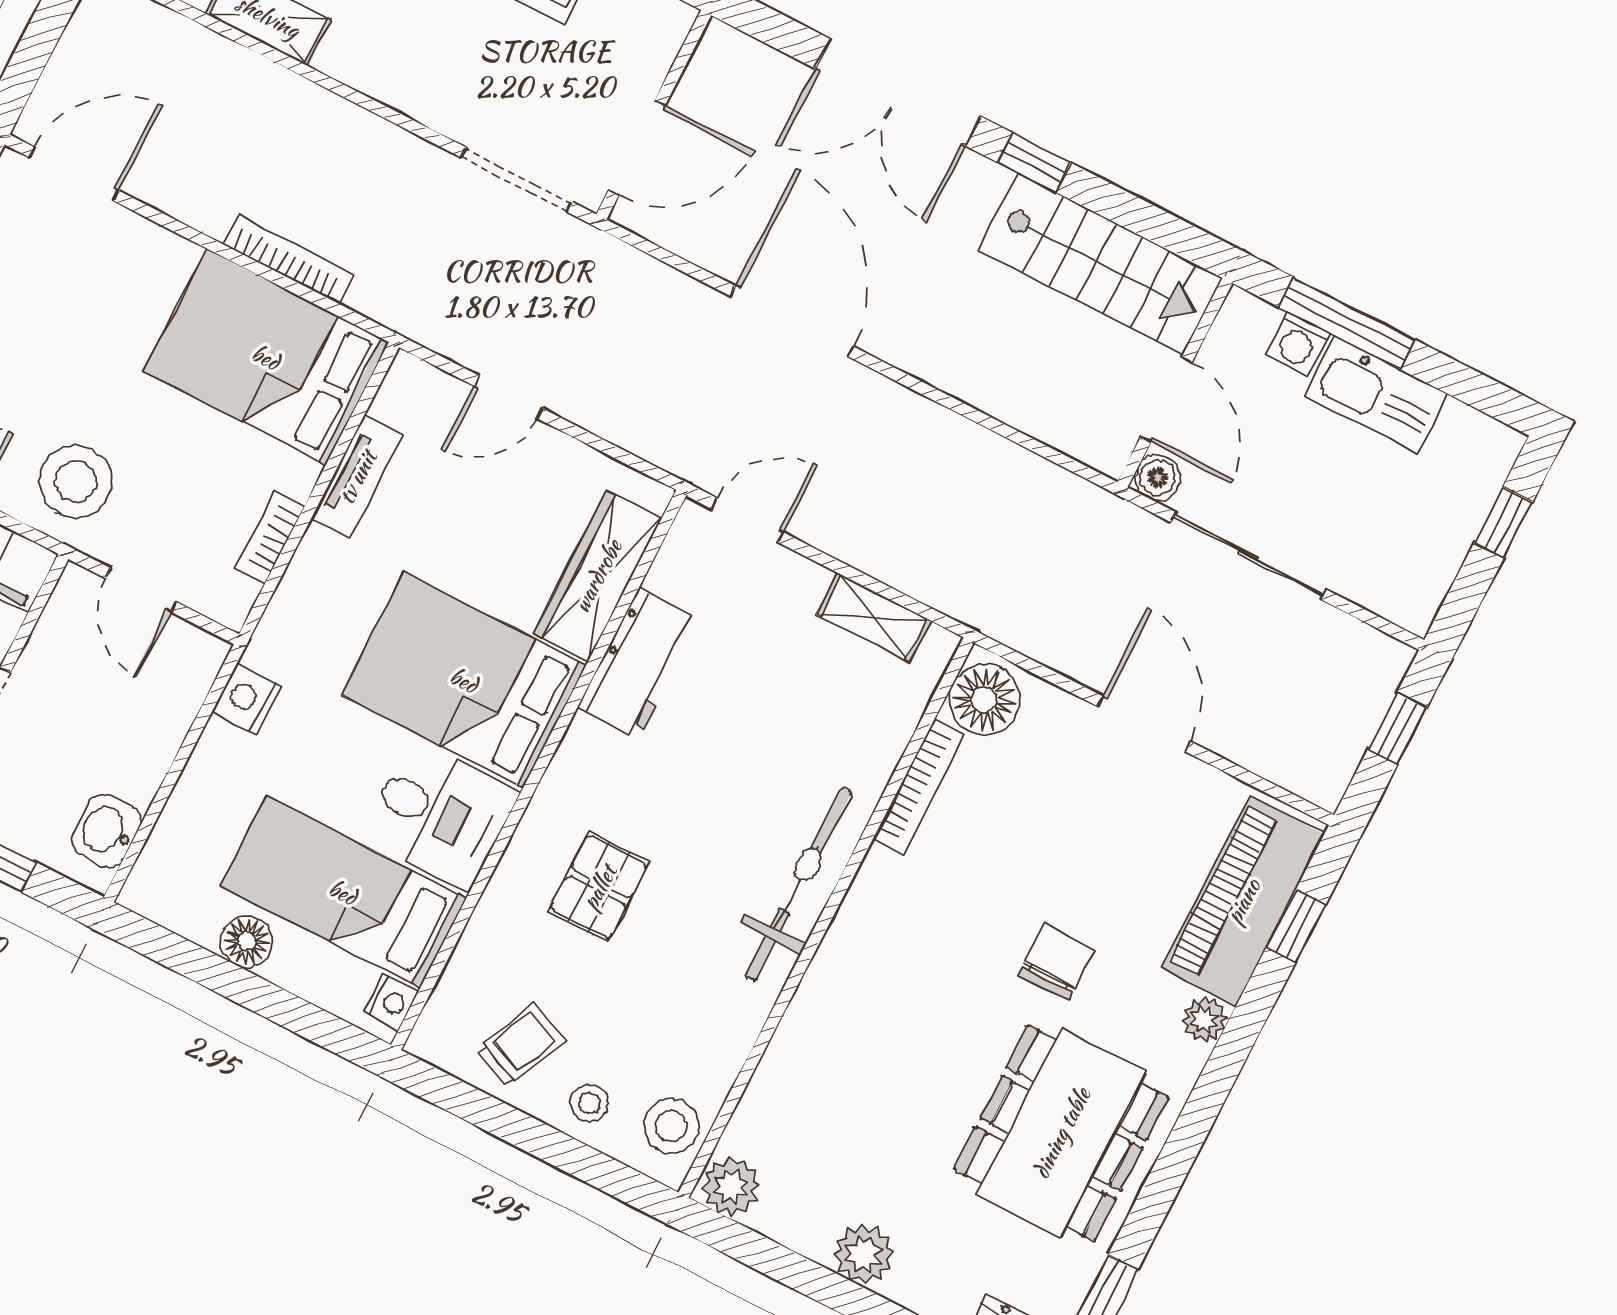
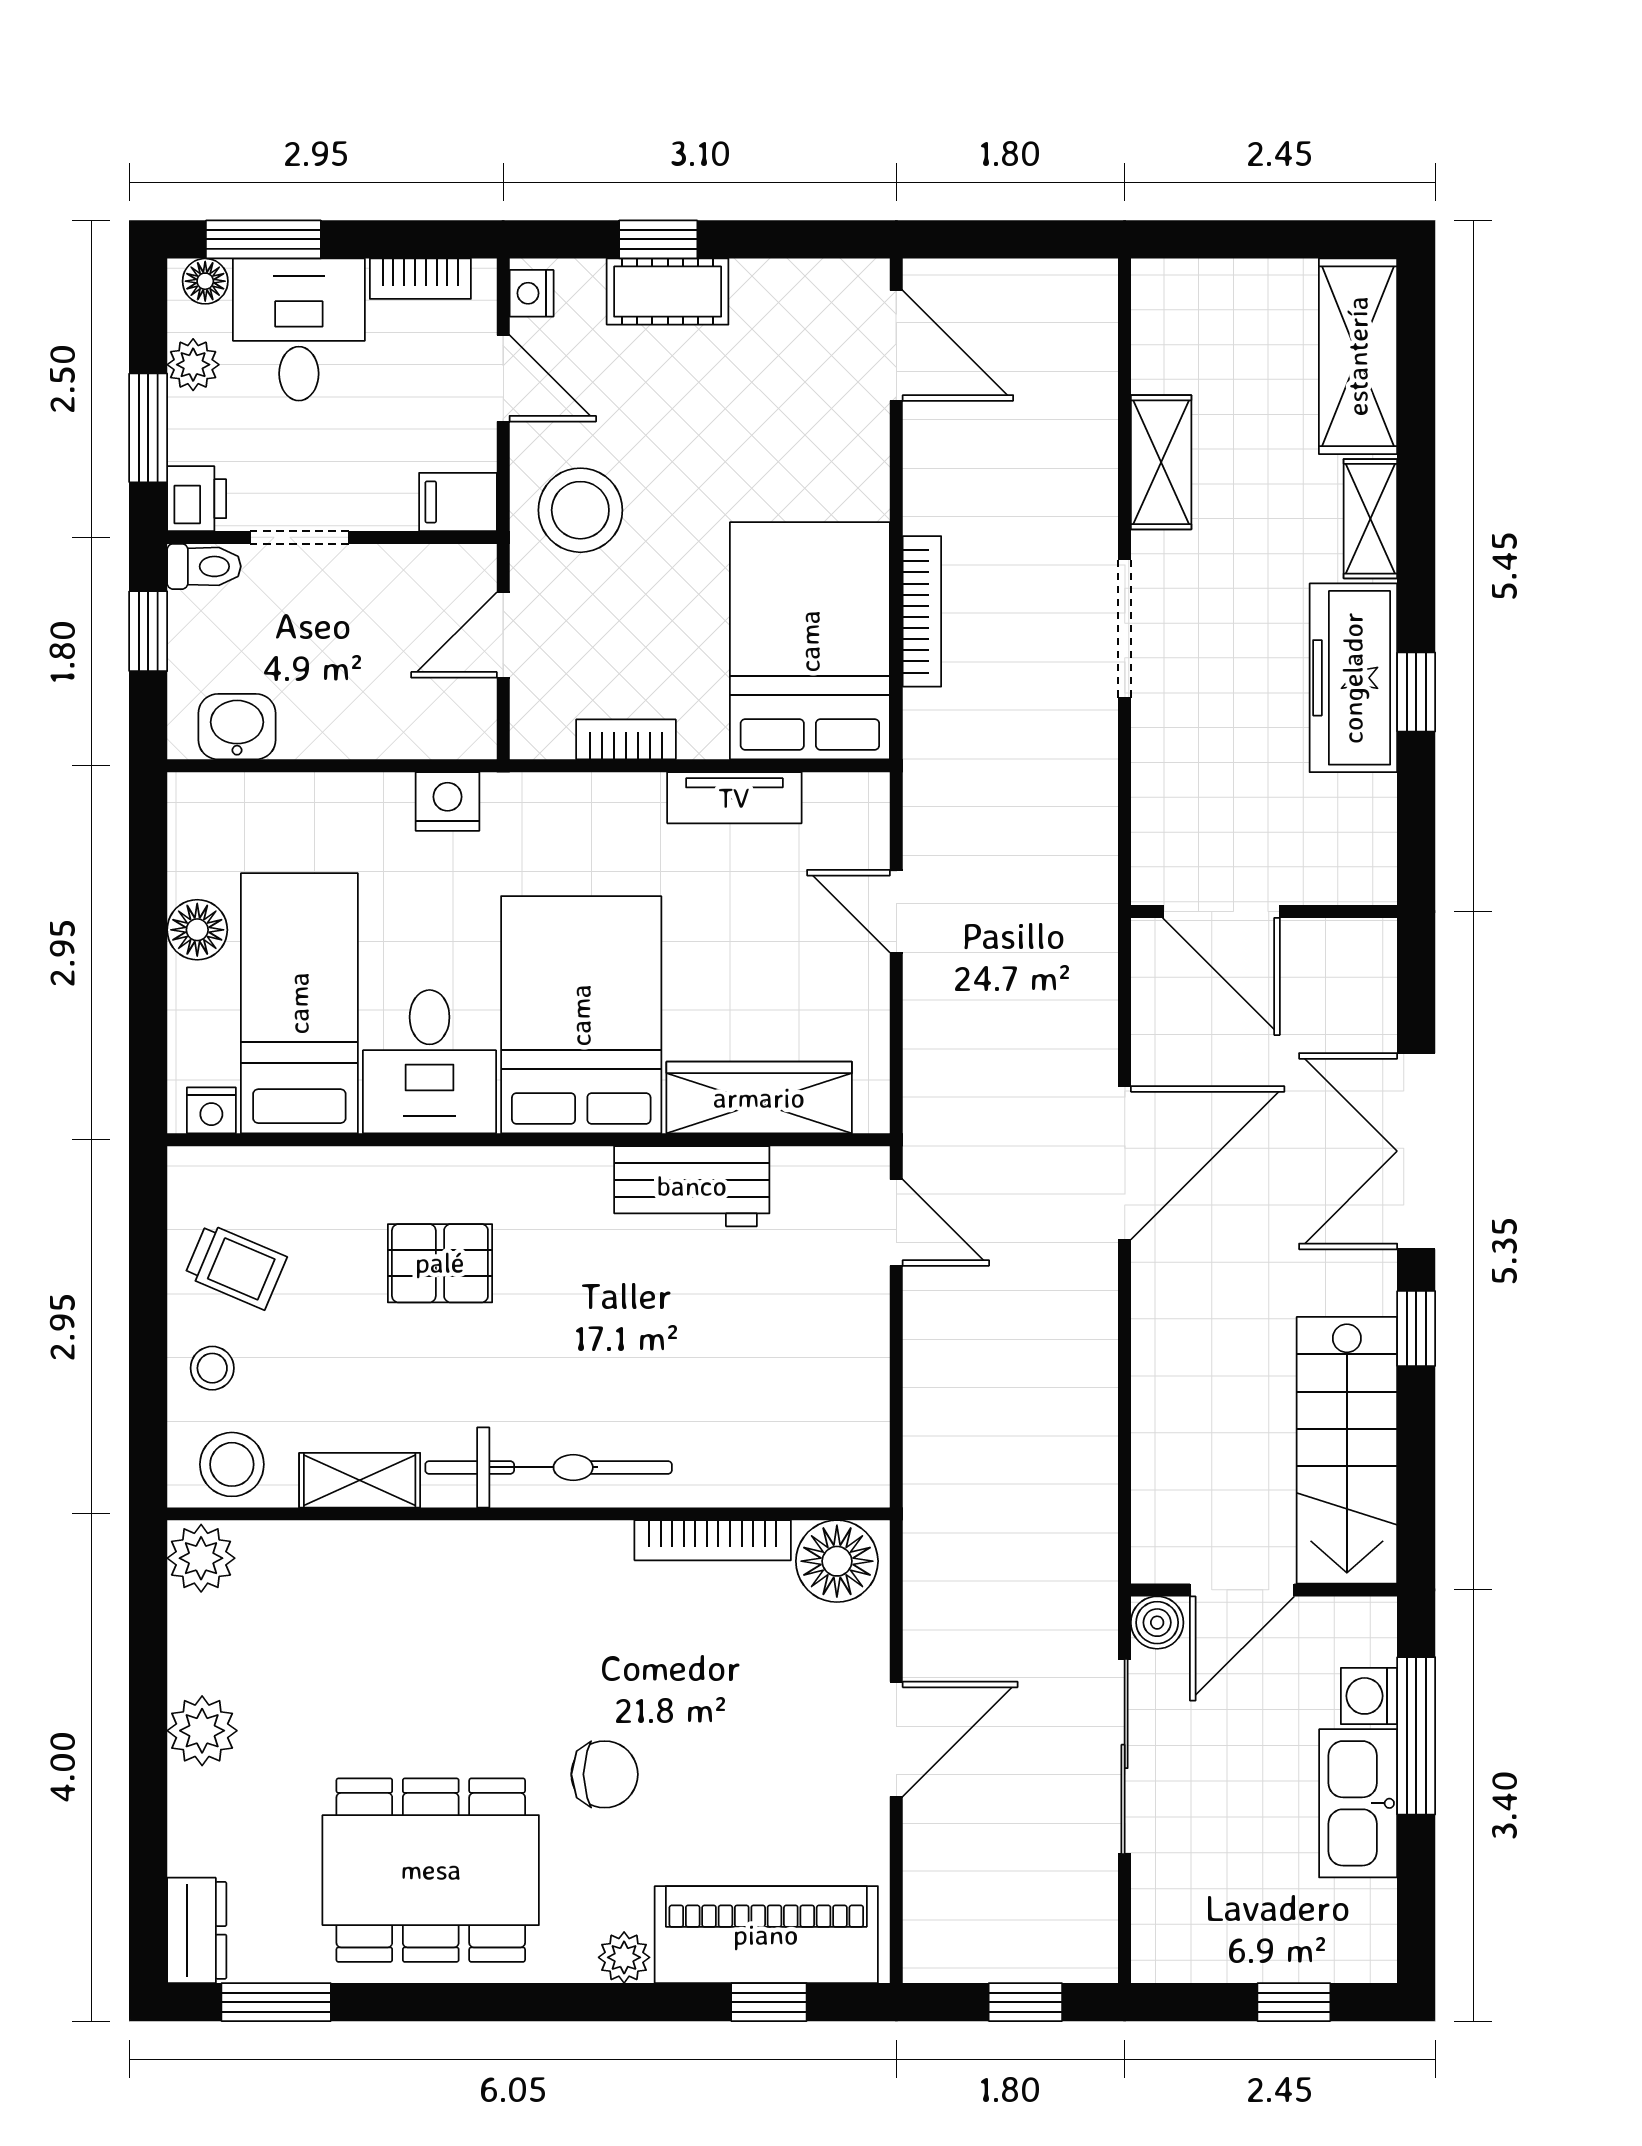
doorway: (516, 180) -> (1125, 628), moved
shelving: (874, 617) -> (360, 1480), moved, turned 90

